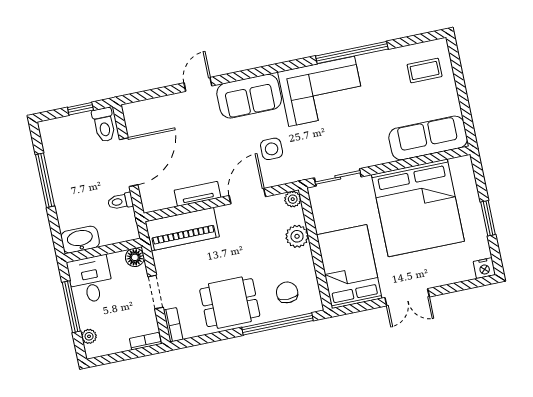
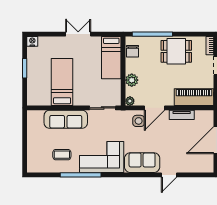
coffee table: (425, 71) -> (62, 155), moved
sofa: (428, 138) -> (66, 119), moved
side table: (272, 149) -> (139, 121), moved
bed: (418, 208) -> (62, 82), width x0.49
bed: (349, 267) -> (111, 58), width x0.67
chair: (287, 292) -> (132, 51), moved

